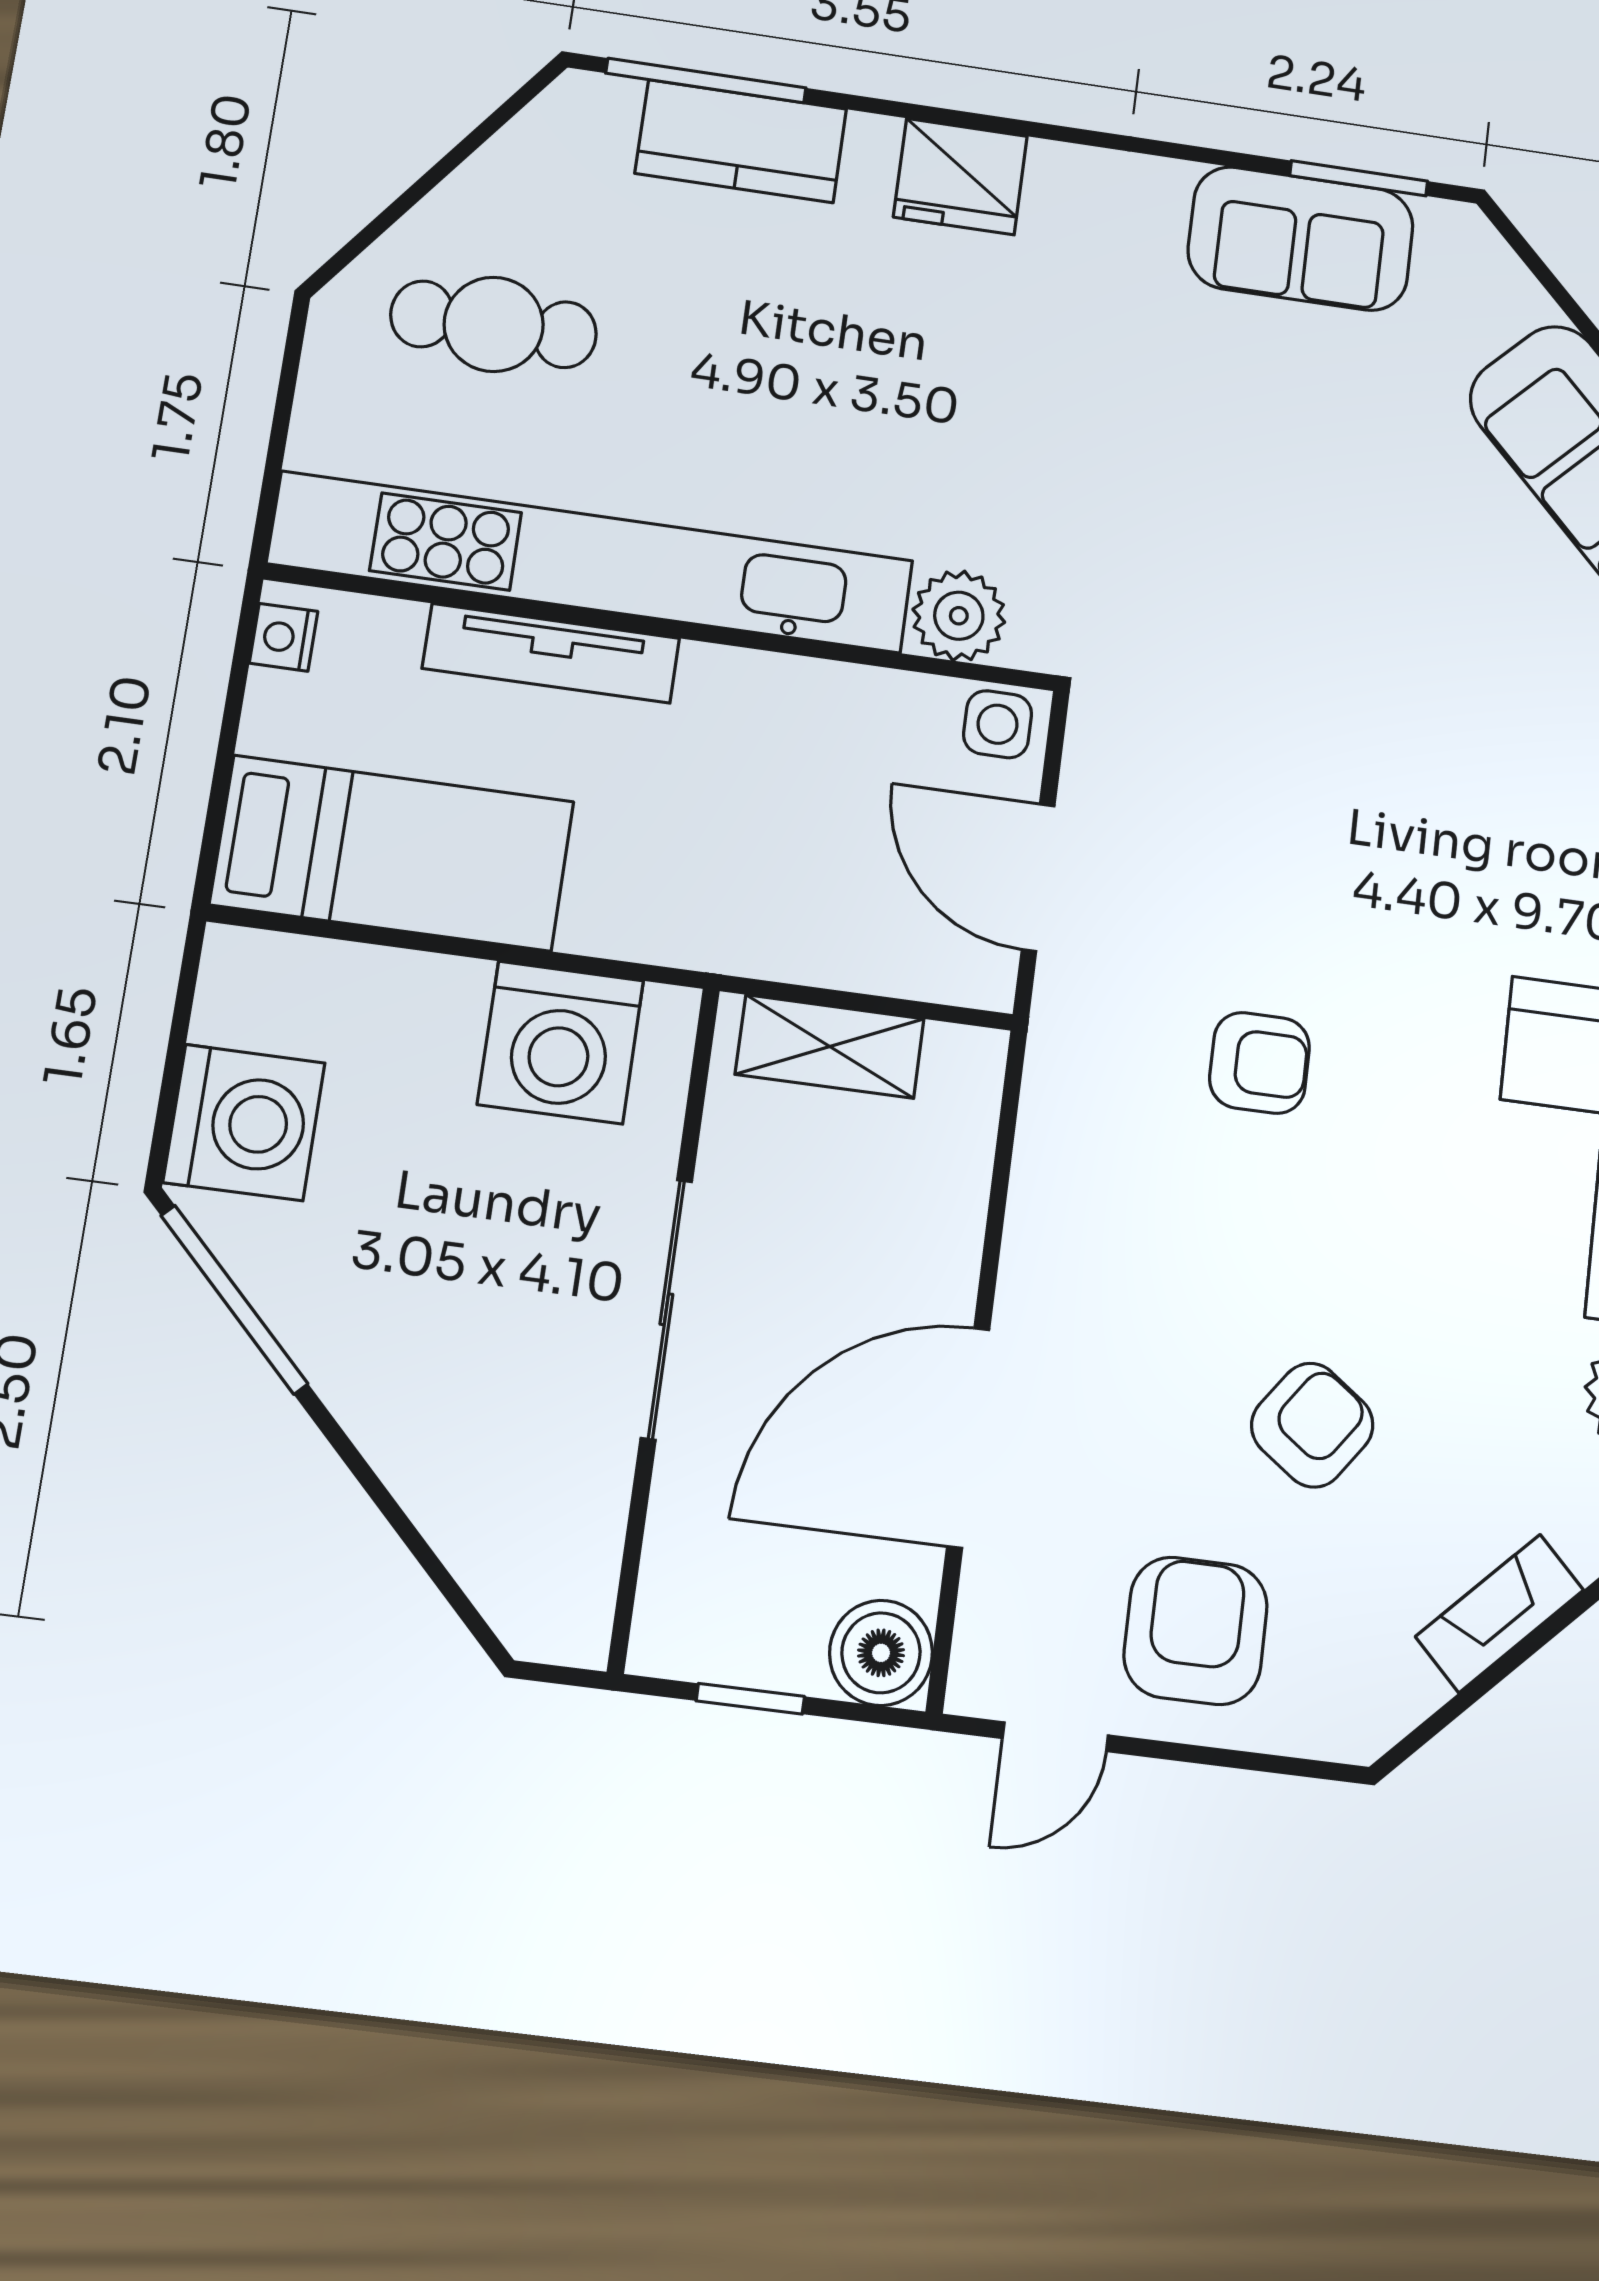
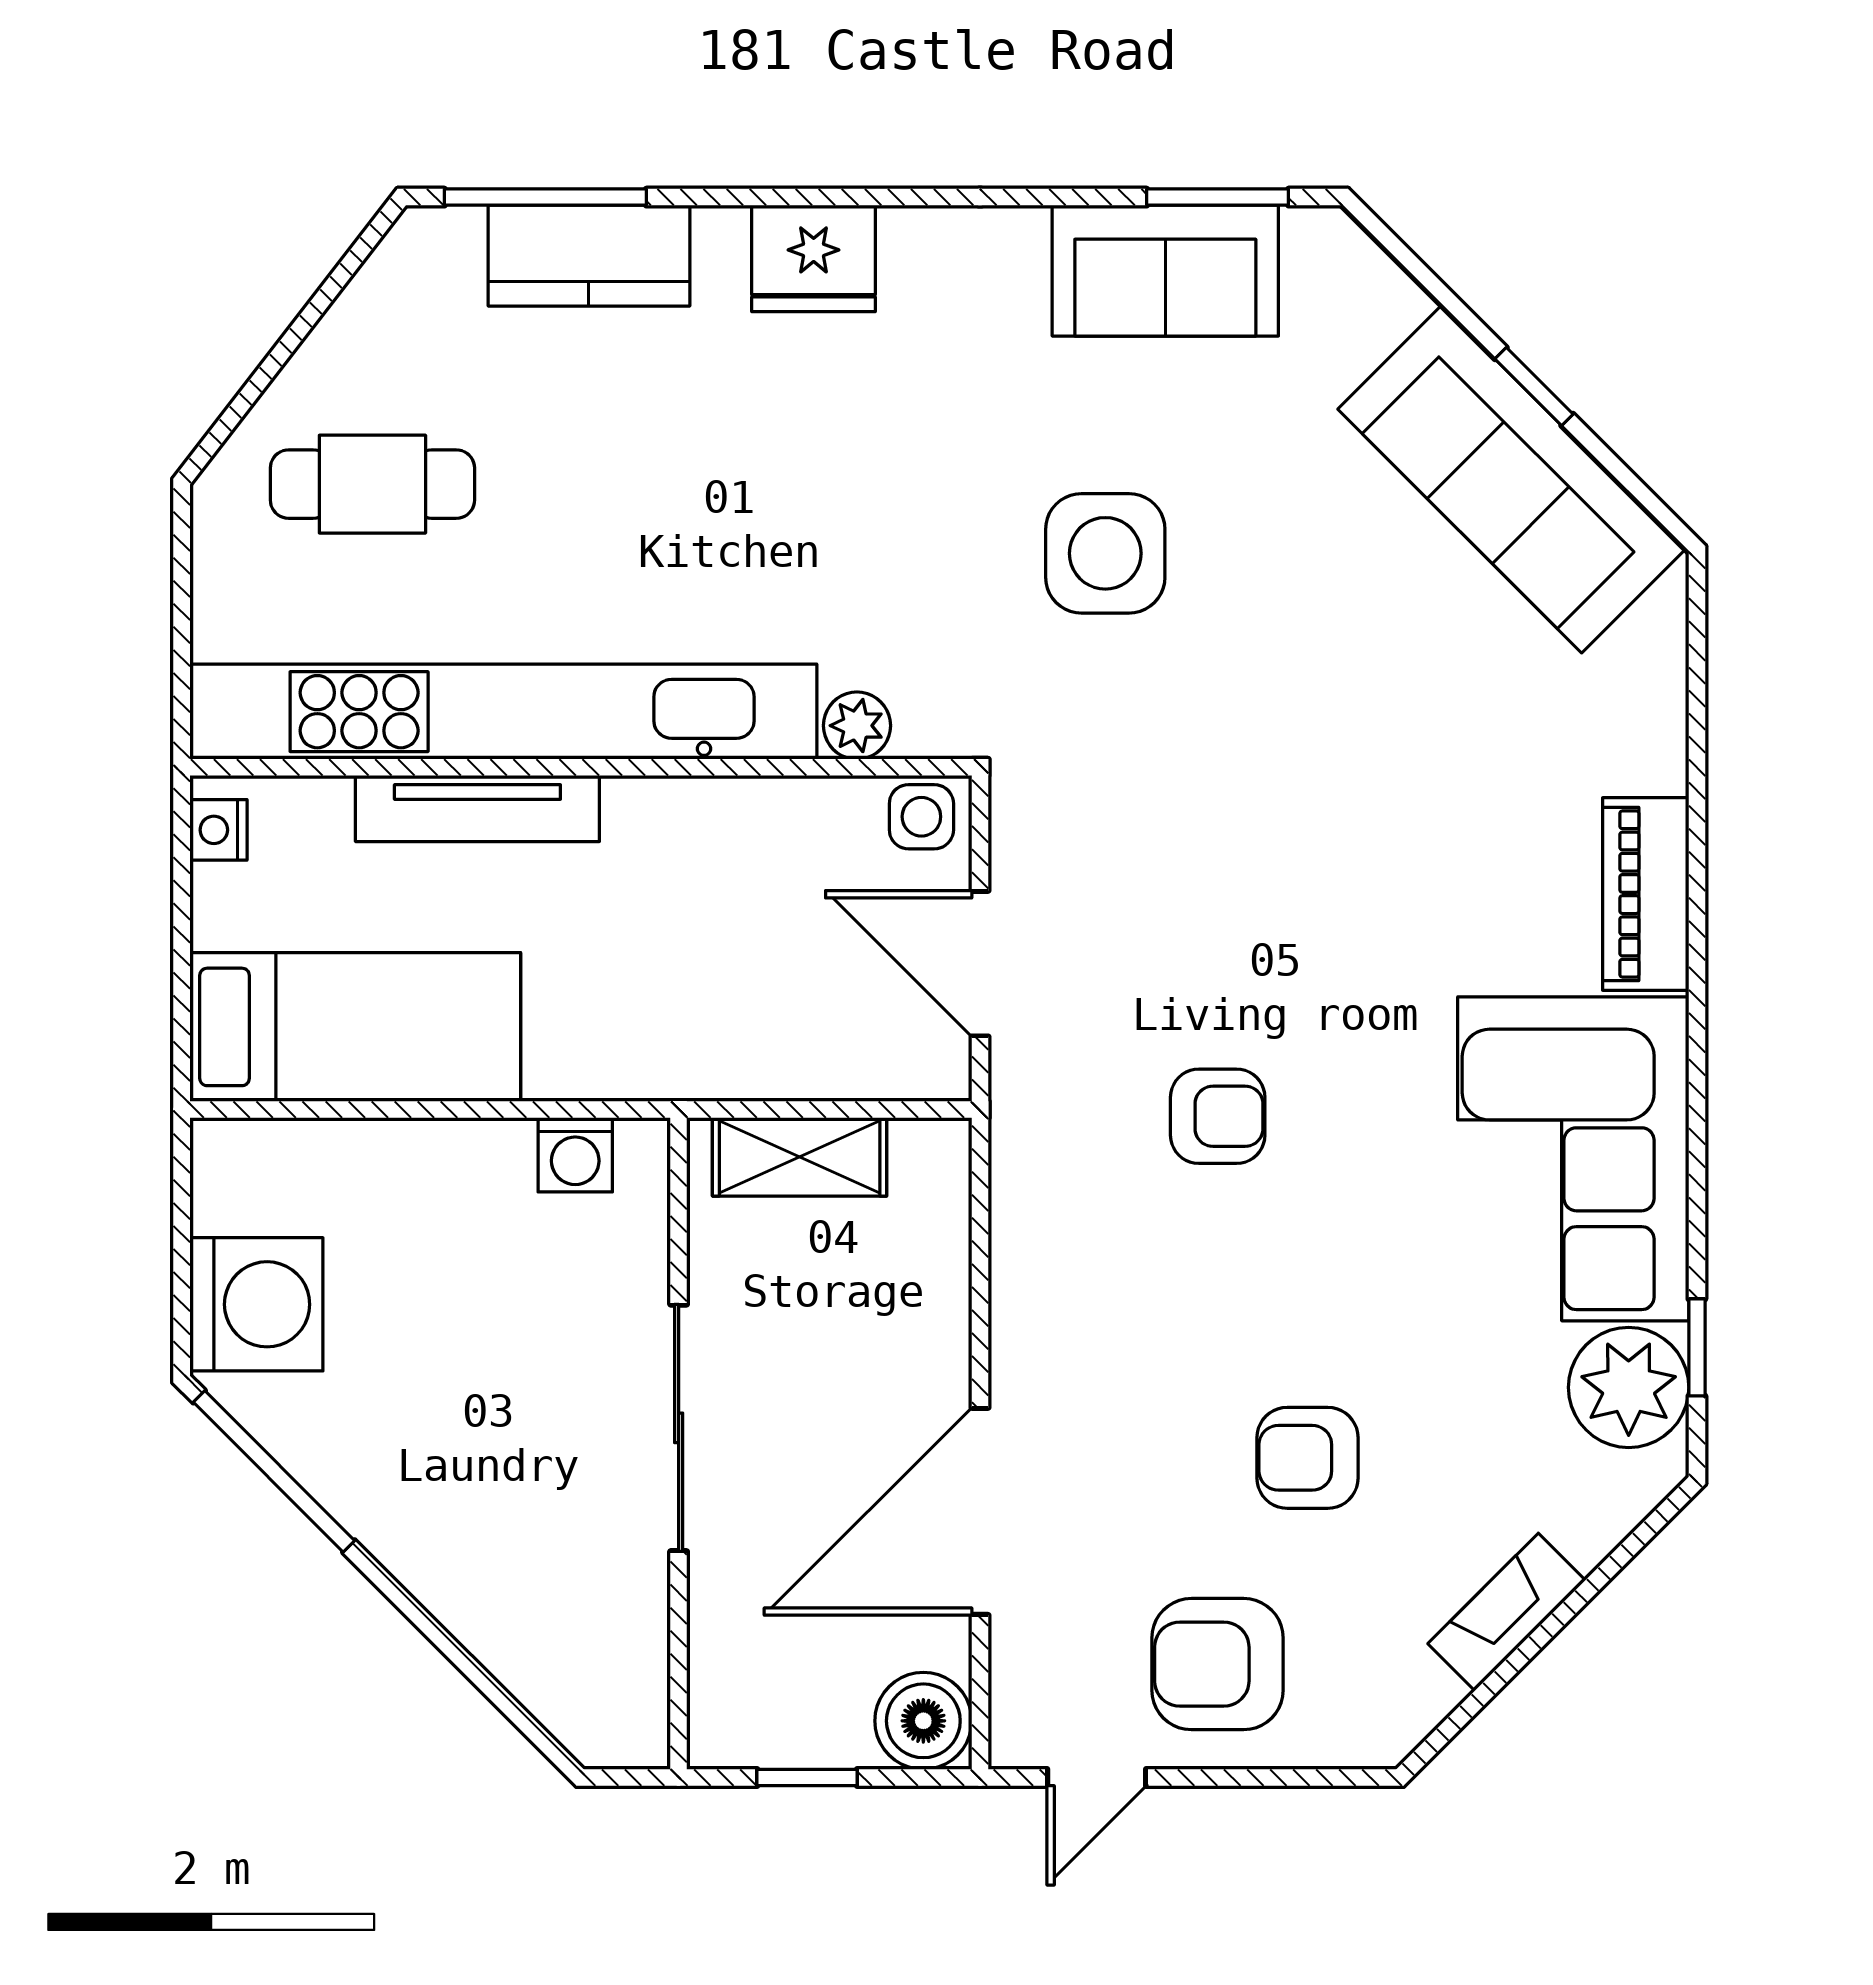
side table: (1211, 496) -> (1105, 553), added
plant: (959, 616) -> (857, 726), width x0.73, depth x0.73
washing machine: (561, 1042) -> (575, 1155), width x0.53, depth x0.53
armchair: (1312, 1425) -> (1307, 1458), turned -126
armchair: (1196, 1631) -> (1218, 1664), turned -90

